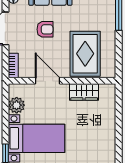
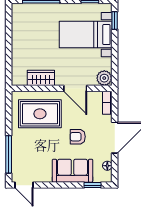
rug: (85, 54) -> (40, 114), turned 90
plant: (17, 105) -> (104, 78), moved

